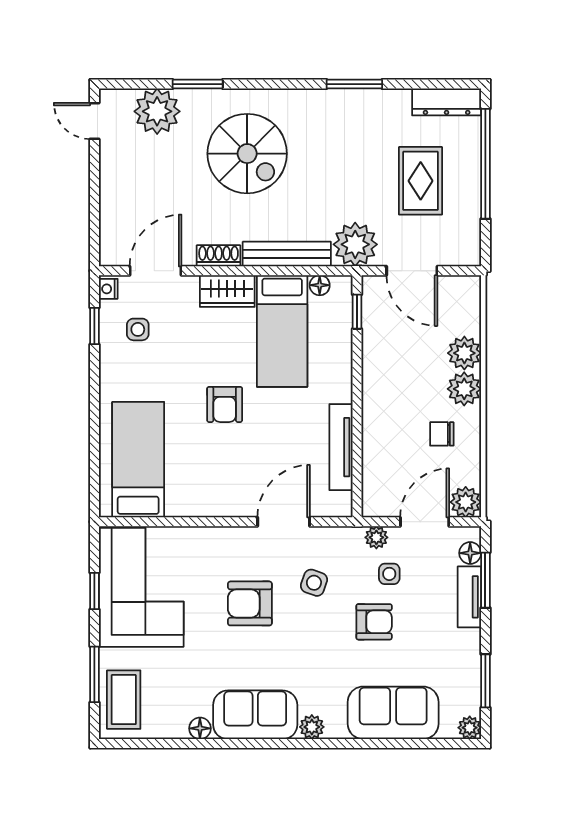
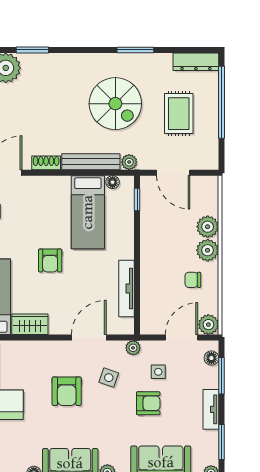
spiral stairs: (247, 154) -> (115, 104), moved
plant: (355, 244) -> (129, 162), width x0.53, depth x0.53
wardrobe: (227, 291) -> (30, 324), moved, turned 180
plant: (376, 537) -> (133, 348), moved
tv unit: (469, 597) -> (211, 409), moved
armchair: (250, 603) -> (67, 391), turned -90

